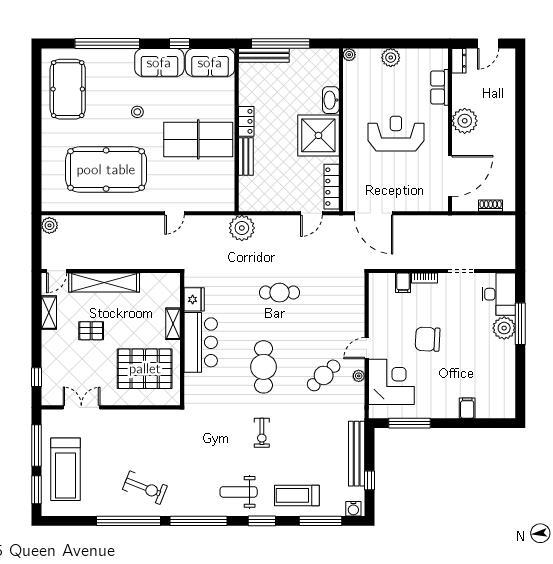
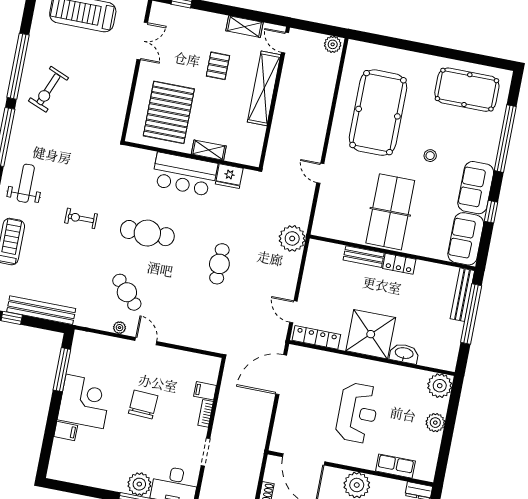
plant: (349, 55) -> (440, 386), width x1.88, depth x1.88
corner desk: (391, 382) -> (85, 401), moved, turned -90

